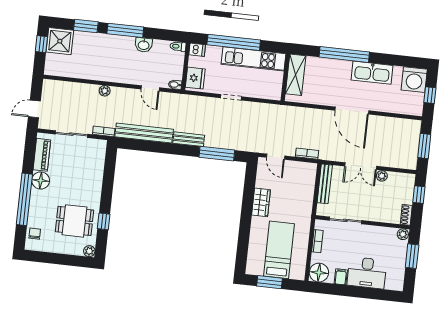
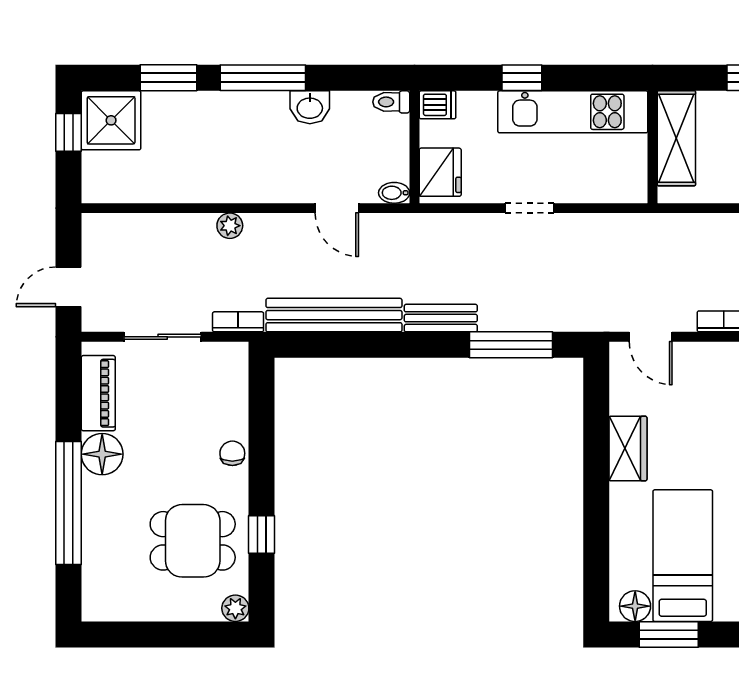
window: (234, 42) -> (522, 78), width x0.32
chair: (35, 234) -> (232, 453), moved
floor lamp: (257, 269) -> (635, 606), added

